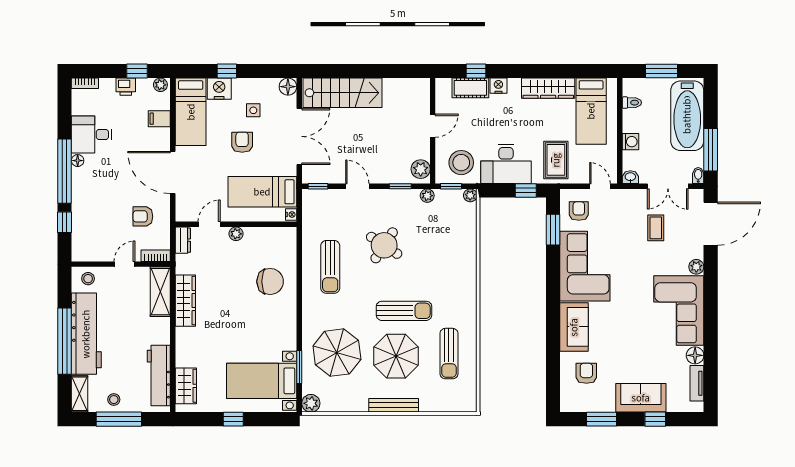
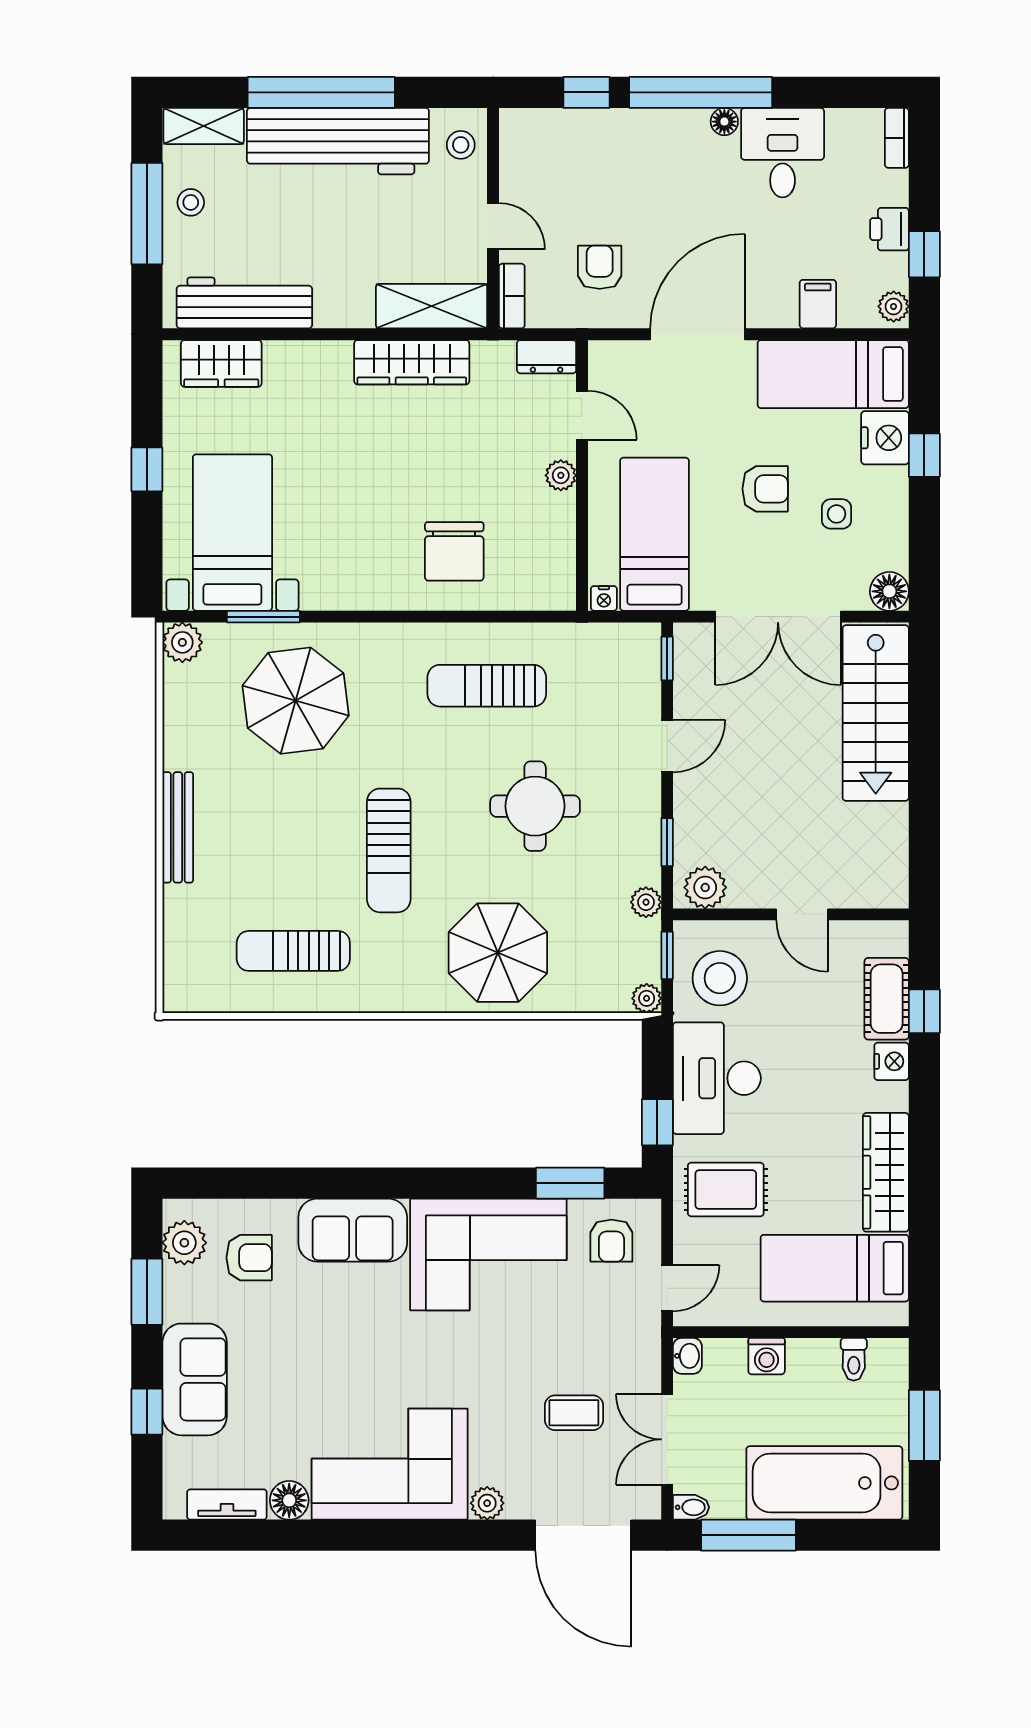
armchair: (579, 211) -> (611, 1241), turned 90
round table: (384, 245) -> (535, 806), turned -33
parasol: (396, 356) -> (498, 953), moved
plant: (580, 402) -> (184, 1243), added

